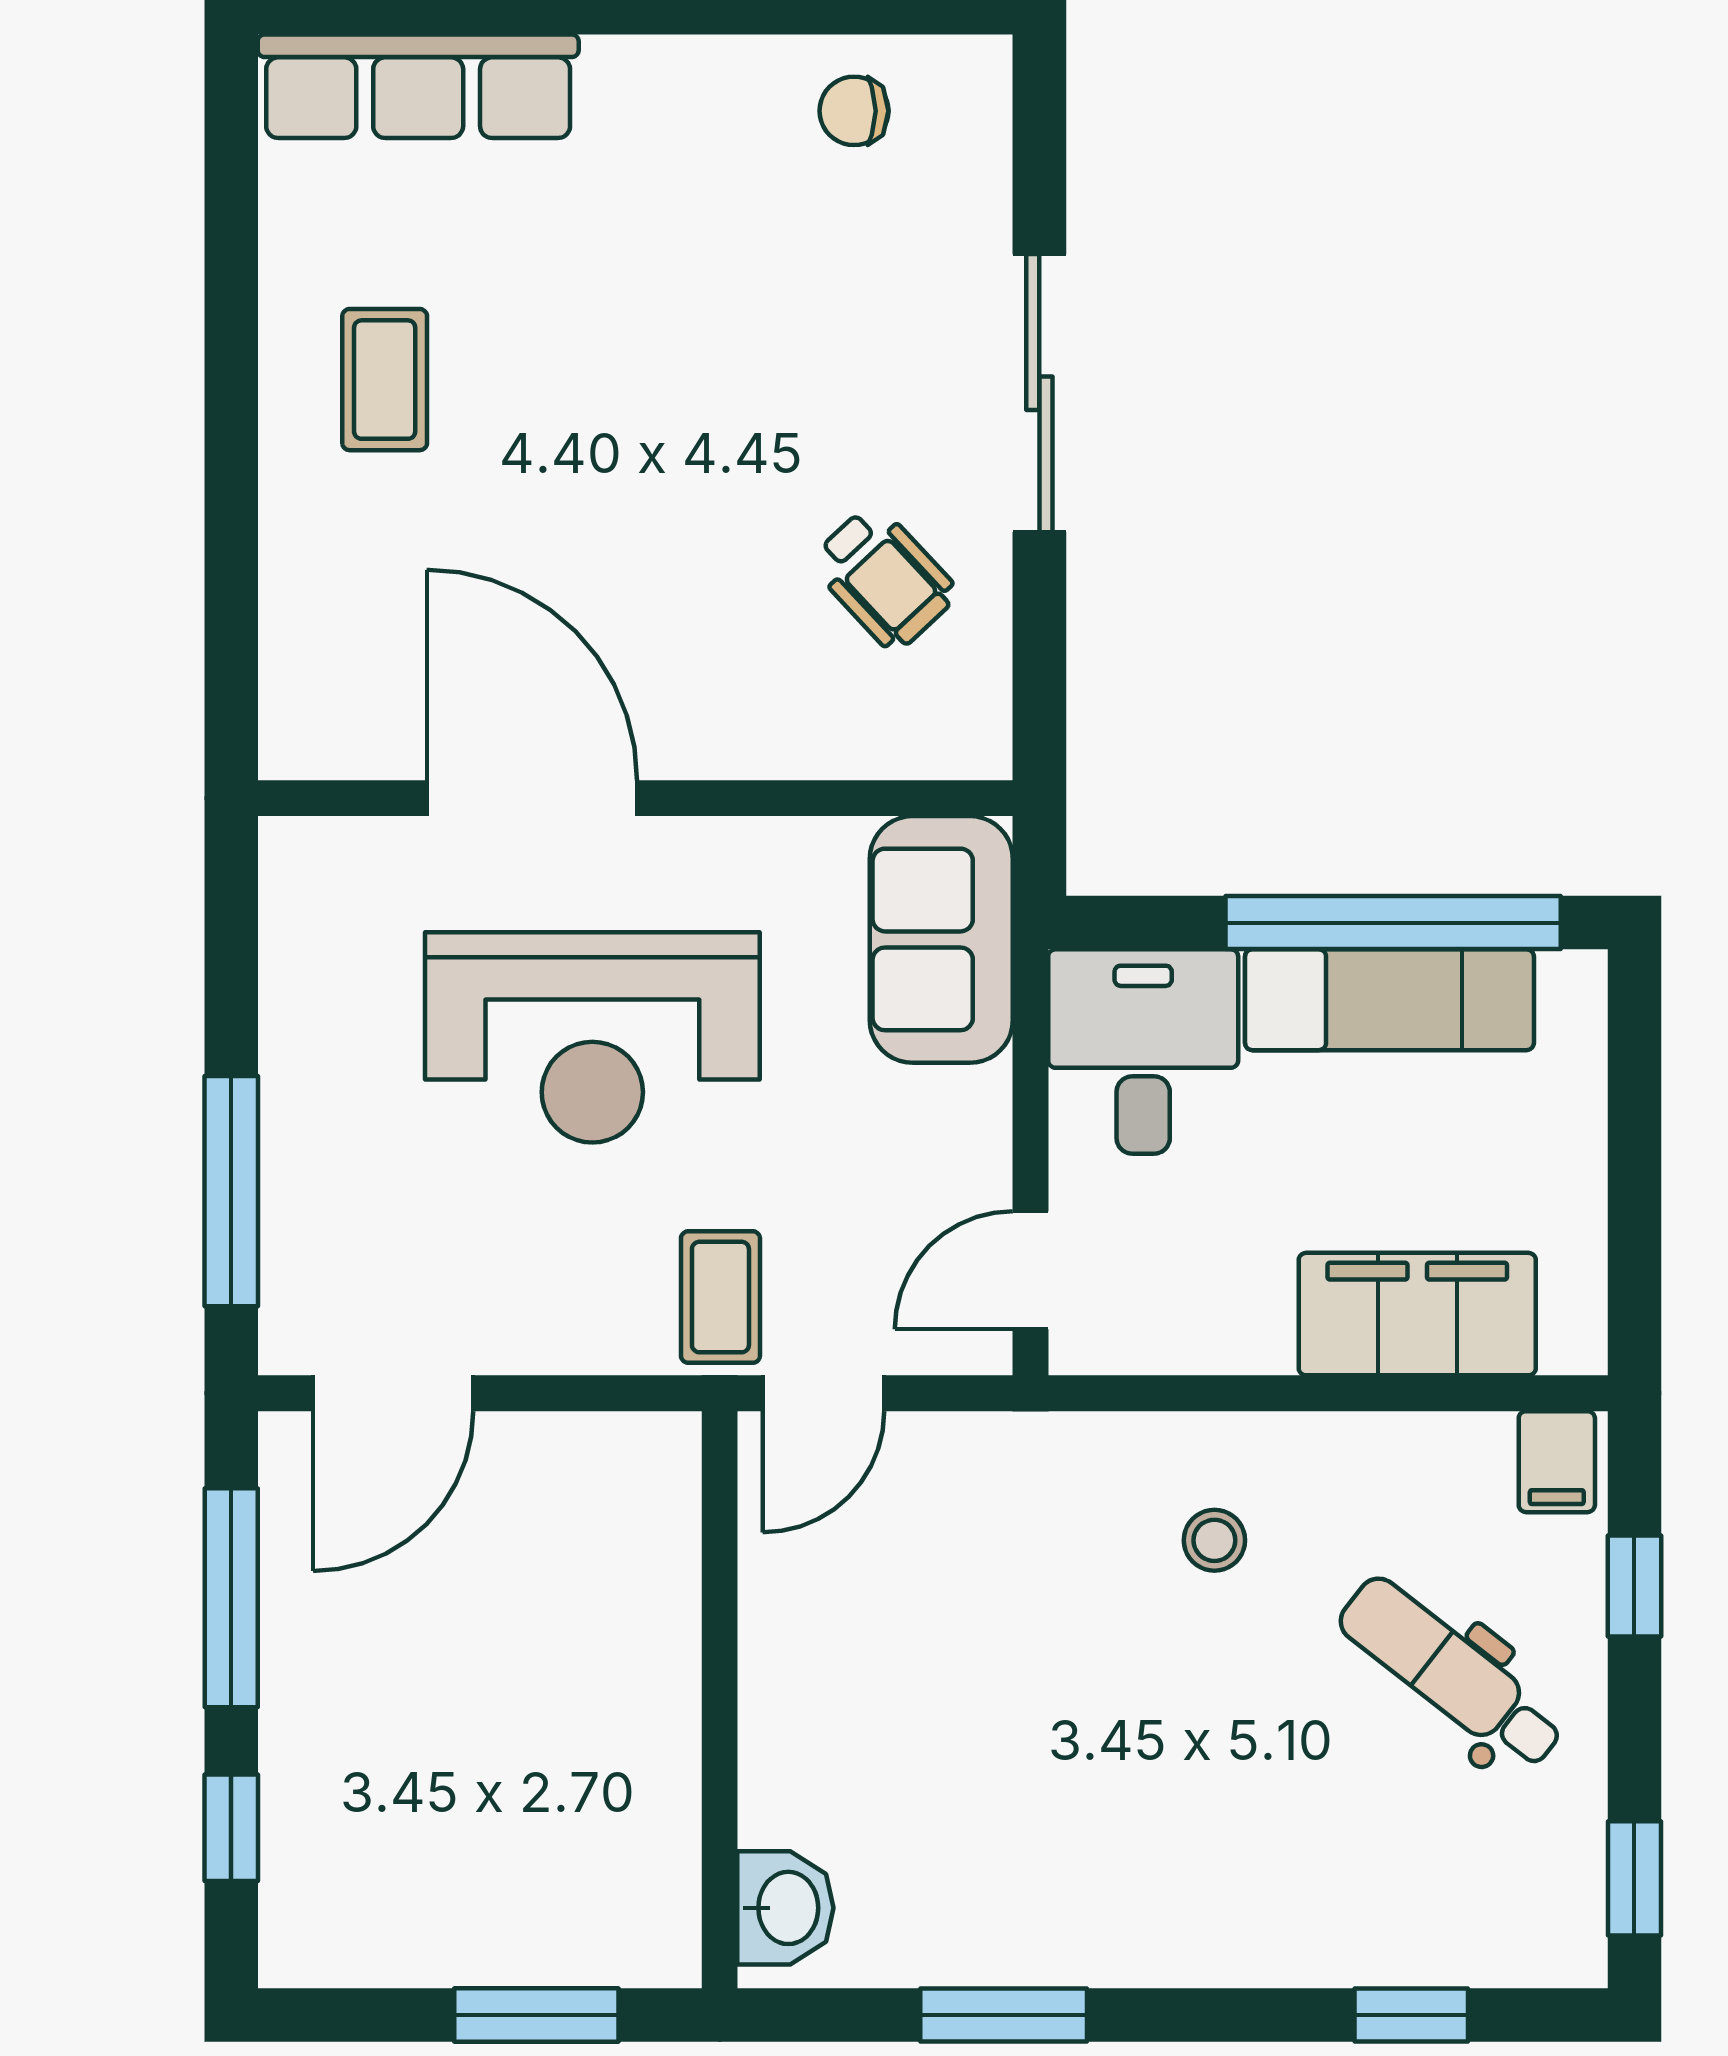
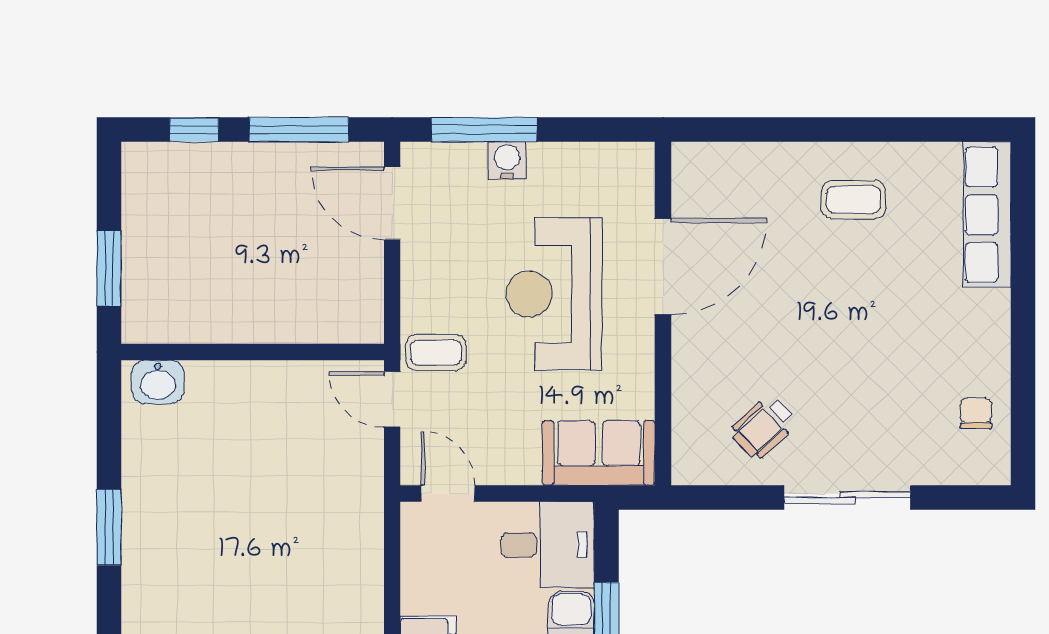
water cooler: (299, 1141) -> (507, 160), added
stool: (1214, 1540) -> (325, 577), removed
window: (1004, 2015) -> (109, 527), moved

